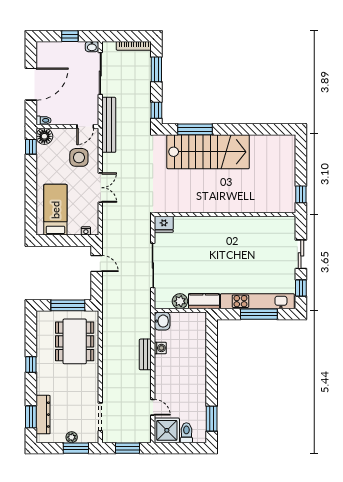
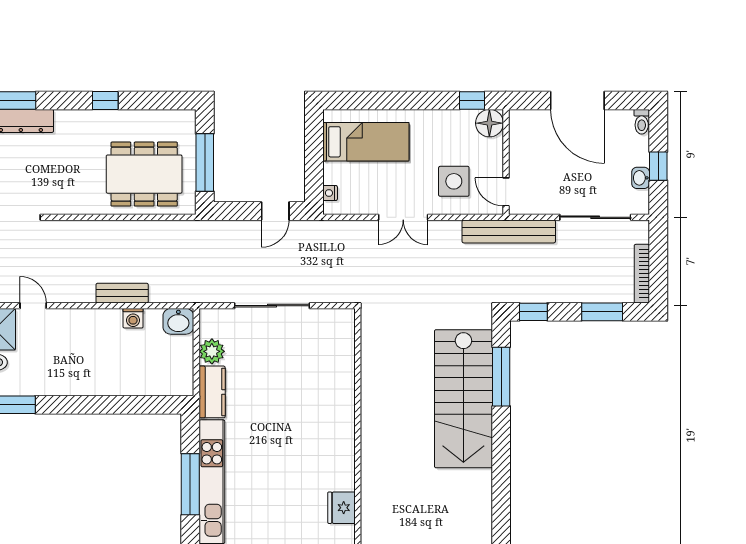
washbasin: (92, 47) -> (641, 178), moved
toilet: (44, 120) -> (642, 122), moved
fridge: (164, 224) -> (342, 508), moved
door: (153, 407) -> (33, 306), swing flipped

